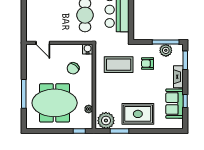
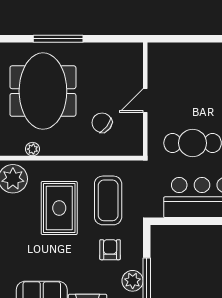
door: (43, 43) -> (145, 101), moved
water cooler: (88, 49) -> (135, 147), removed
rug: (138, 114) -> (59, 208), moved

